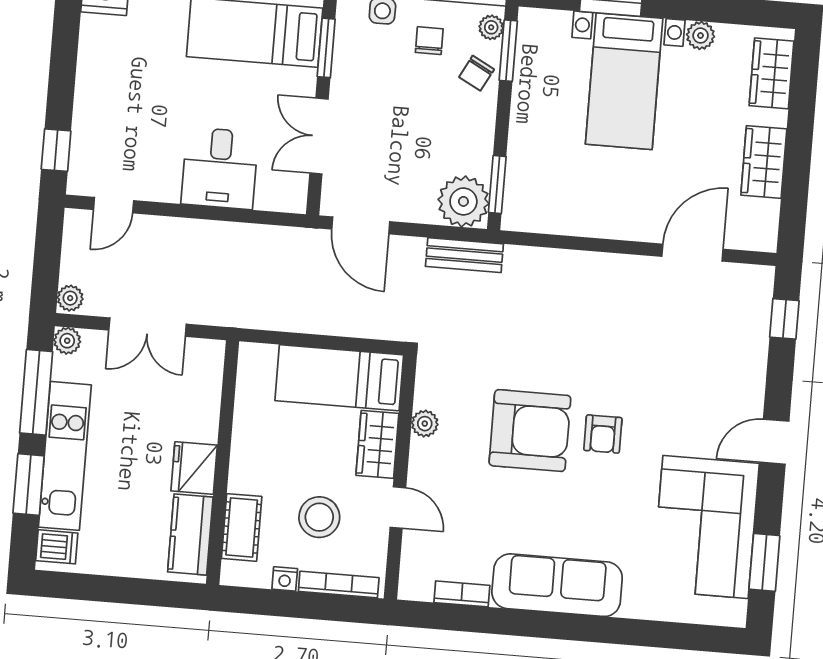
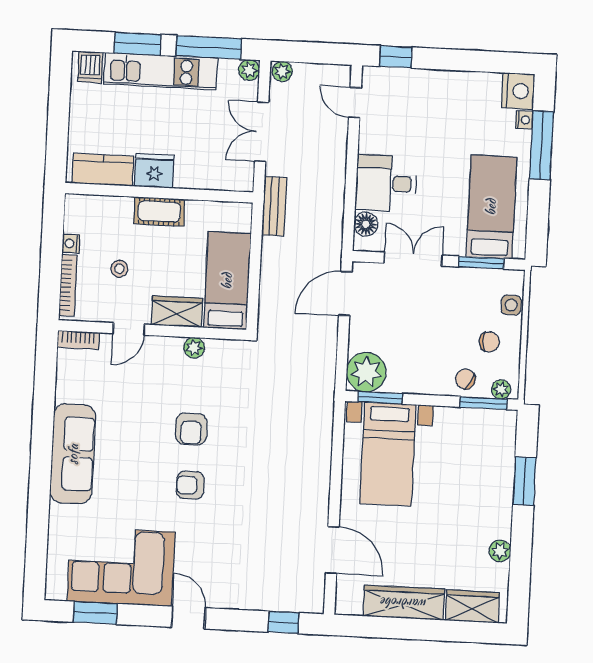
bed with nightstands: (624, 81) -> (388, 454), moved, turned -90
wardrobe: (764, 162) -> (404, 603), width x1.50
floor lamp: (272, 196) -> (366, 224), added
bench: (464, 255) -> (274, 206), moved
armchair: (530, 431) -> (191, 429), width x0.53, depth x0.53
stool: (319, 517) -> (119, 269), width x0.53, depth x0.53
cot: (242, 527) -> (159, 212), moved
bookcase: (462, 594) -> (78, 340), moved, turned 90

